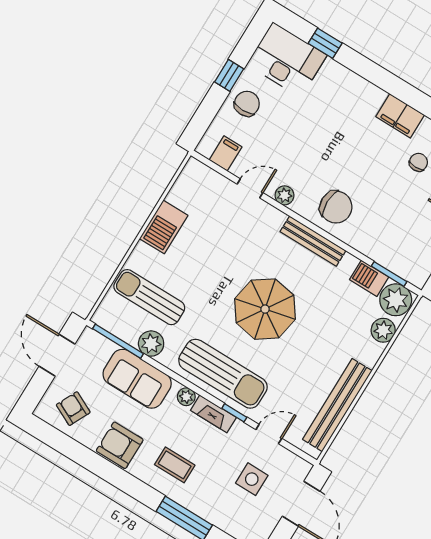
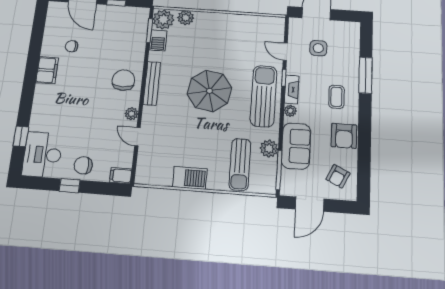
filing cabinet: (226, 153) -> (121, 176), moved
bench: (337, 405) -> (245, 22), removed

